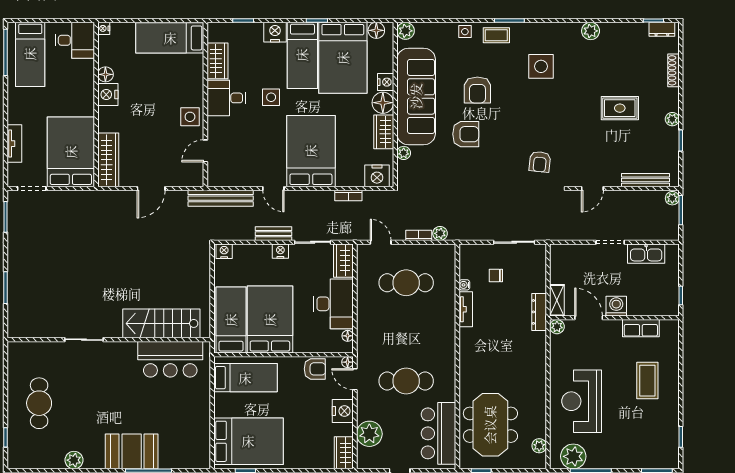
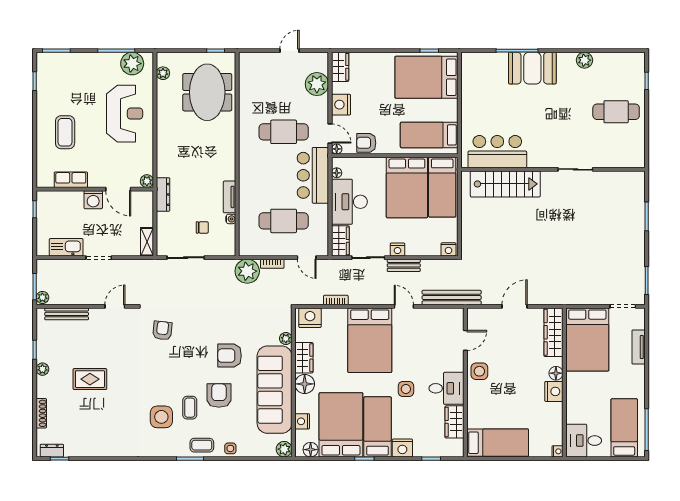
plant: (591, 31) -> (116, 449), removed
floor lamp: (105, 74) -> (556, 373), moved
coffee table: (510, 77) -> (190, 408), added
nightstand: (386, 82) -> (302, 421), moved
plant: (440, 233) -> (247, 271), width x1.88, depth x1.88
shelving: (557, 300) -> (147, 242), moved
cafe table: (39, 403) -> (616, 112), turned 90
bar counter: (438, 433) -> (313, 175), moved, turned 180

